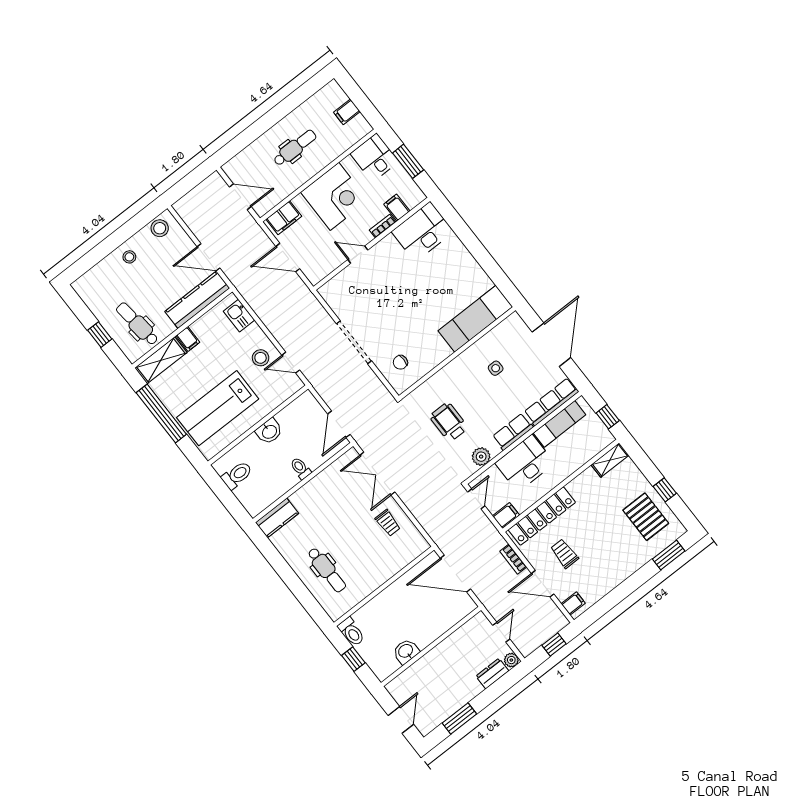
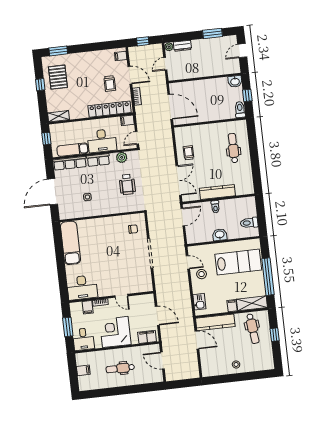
stool: (160, 228) -> (212, 370), removed
exam couch: (475, 319) -> (70, 243), moved, turned -90
kitchen counter: (277, 518) -> (217, 192), moved, width x1.50
washbasin: (406, 651) -> (235, 81), moved

